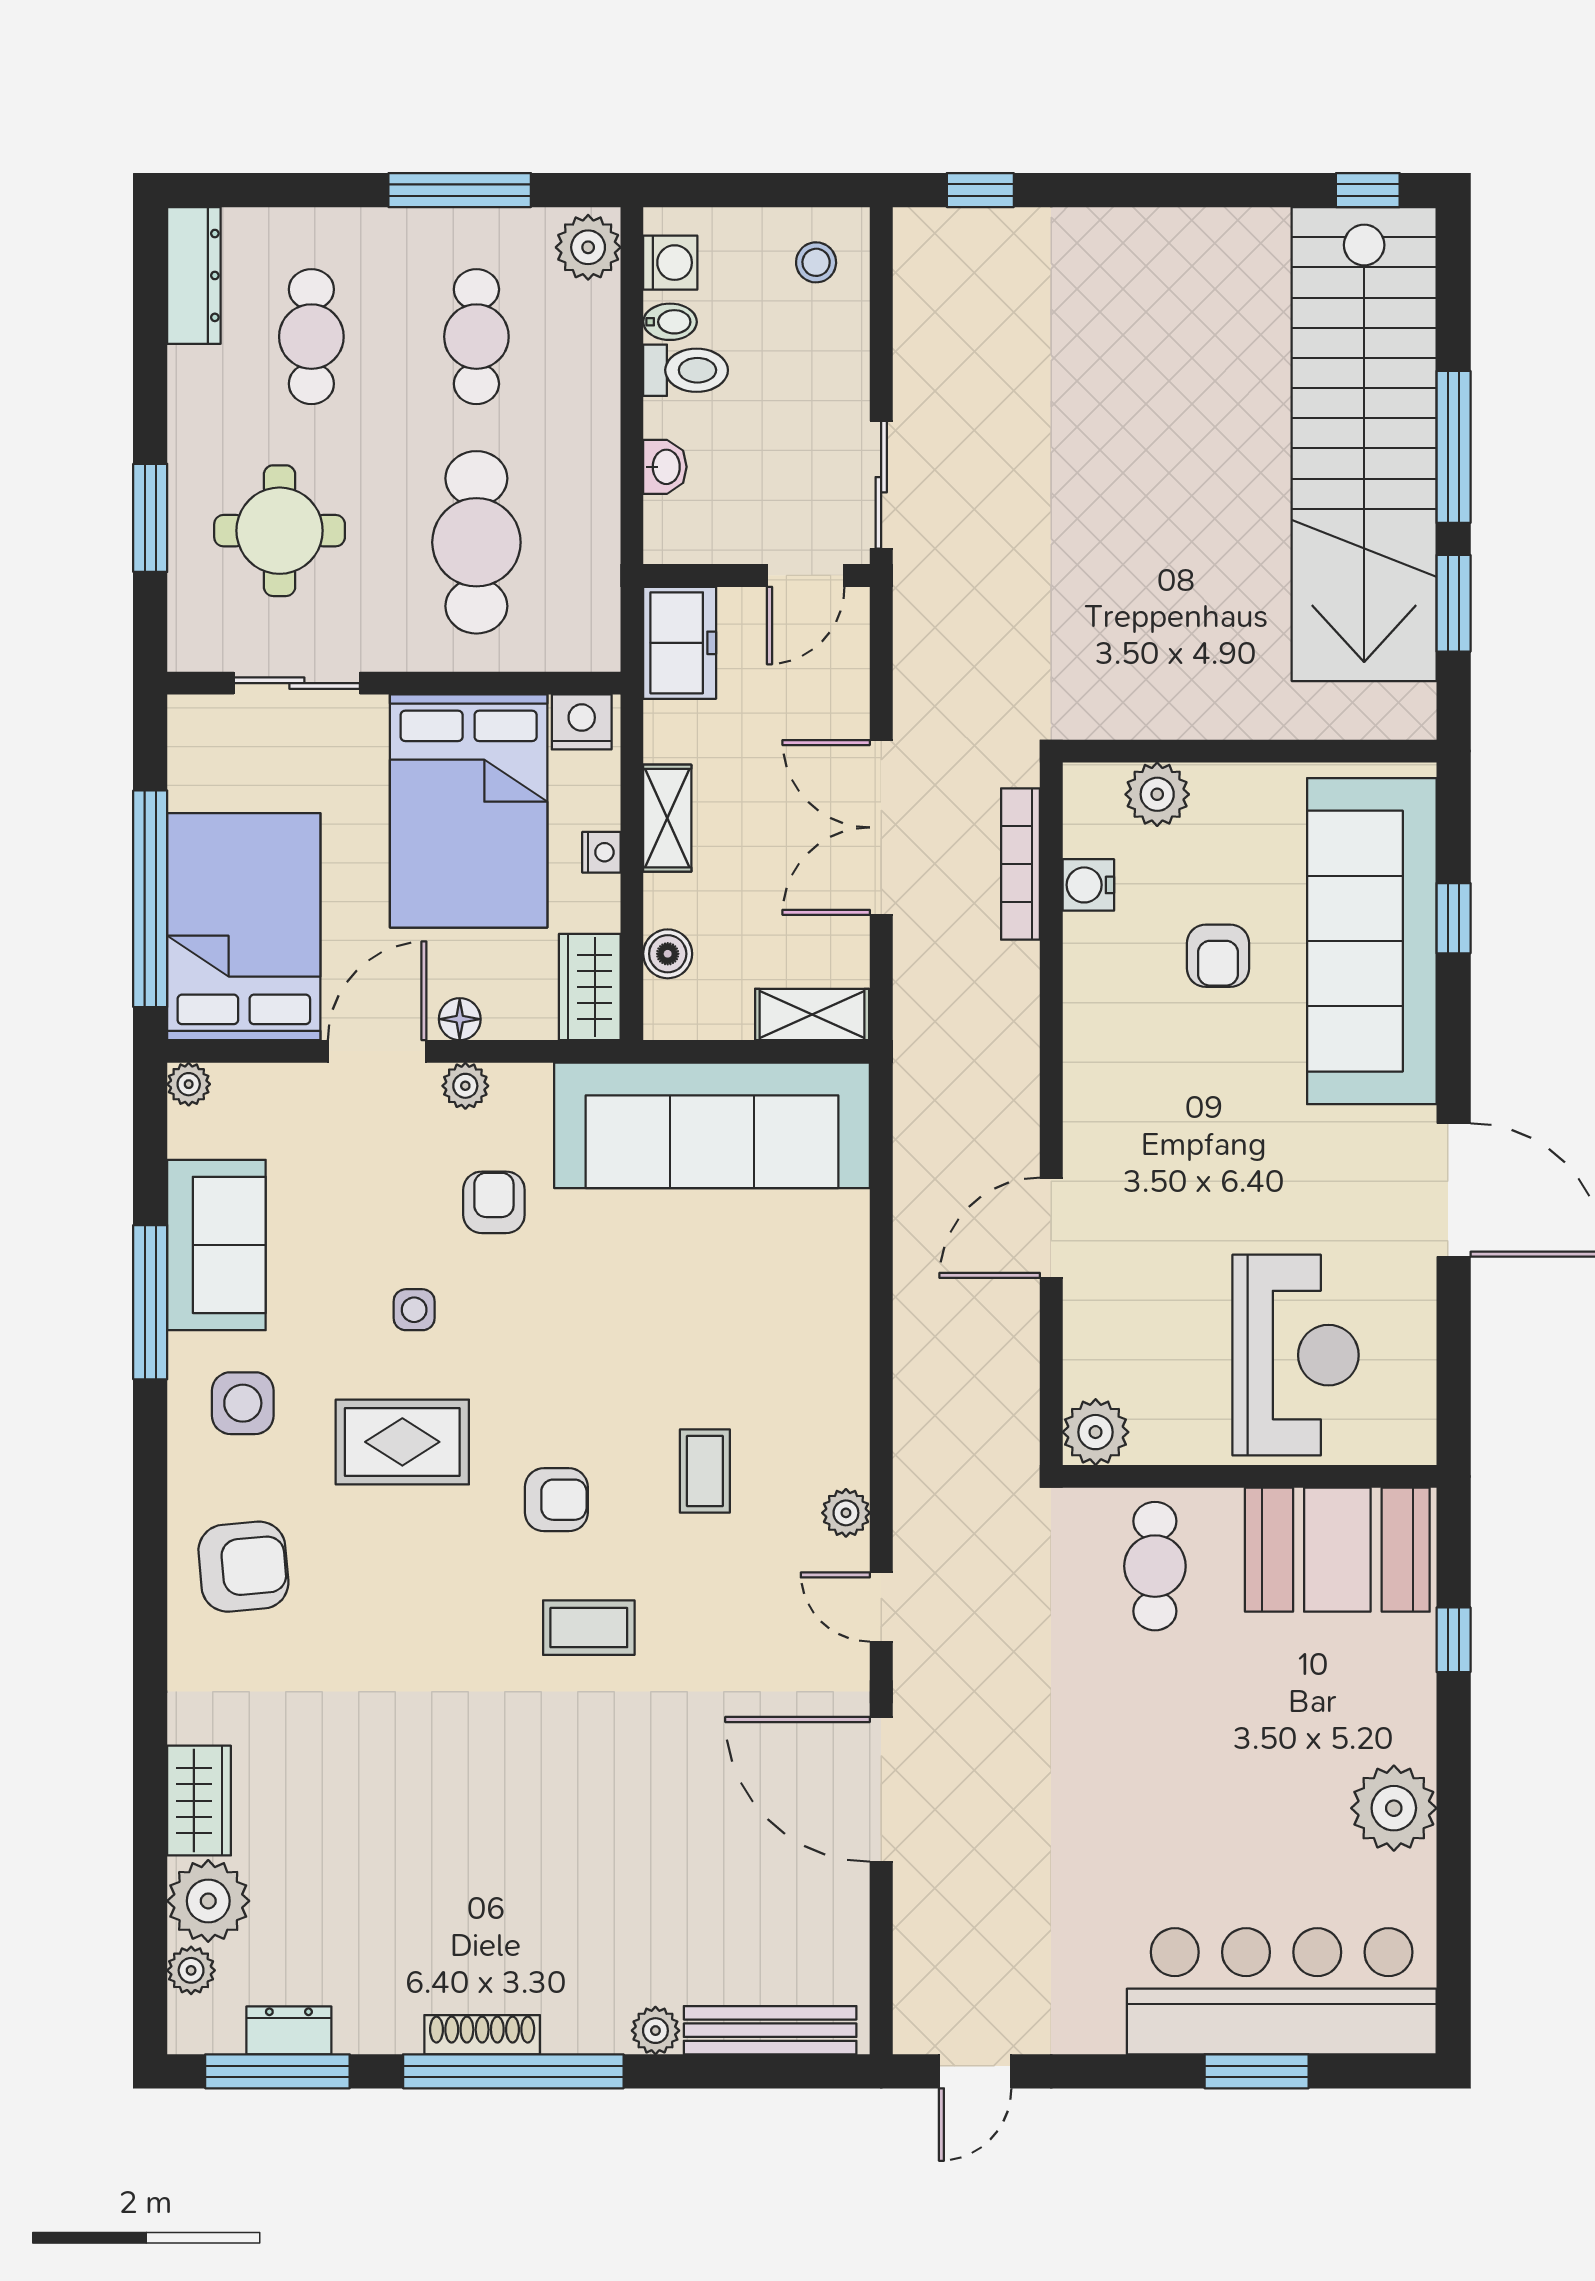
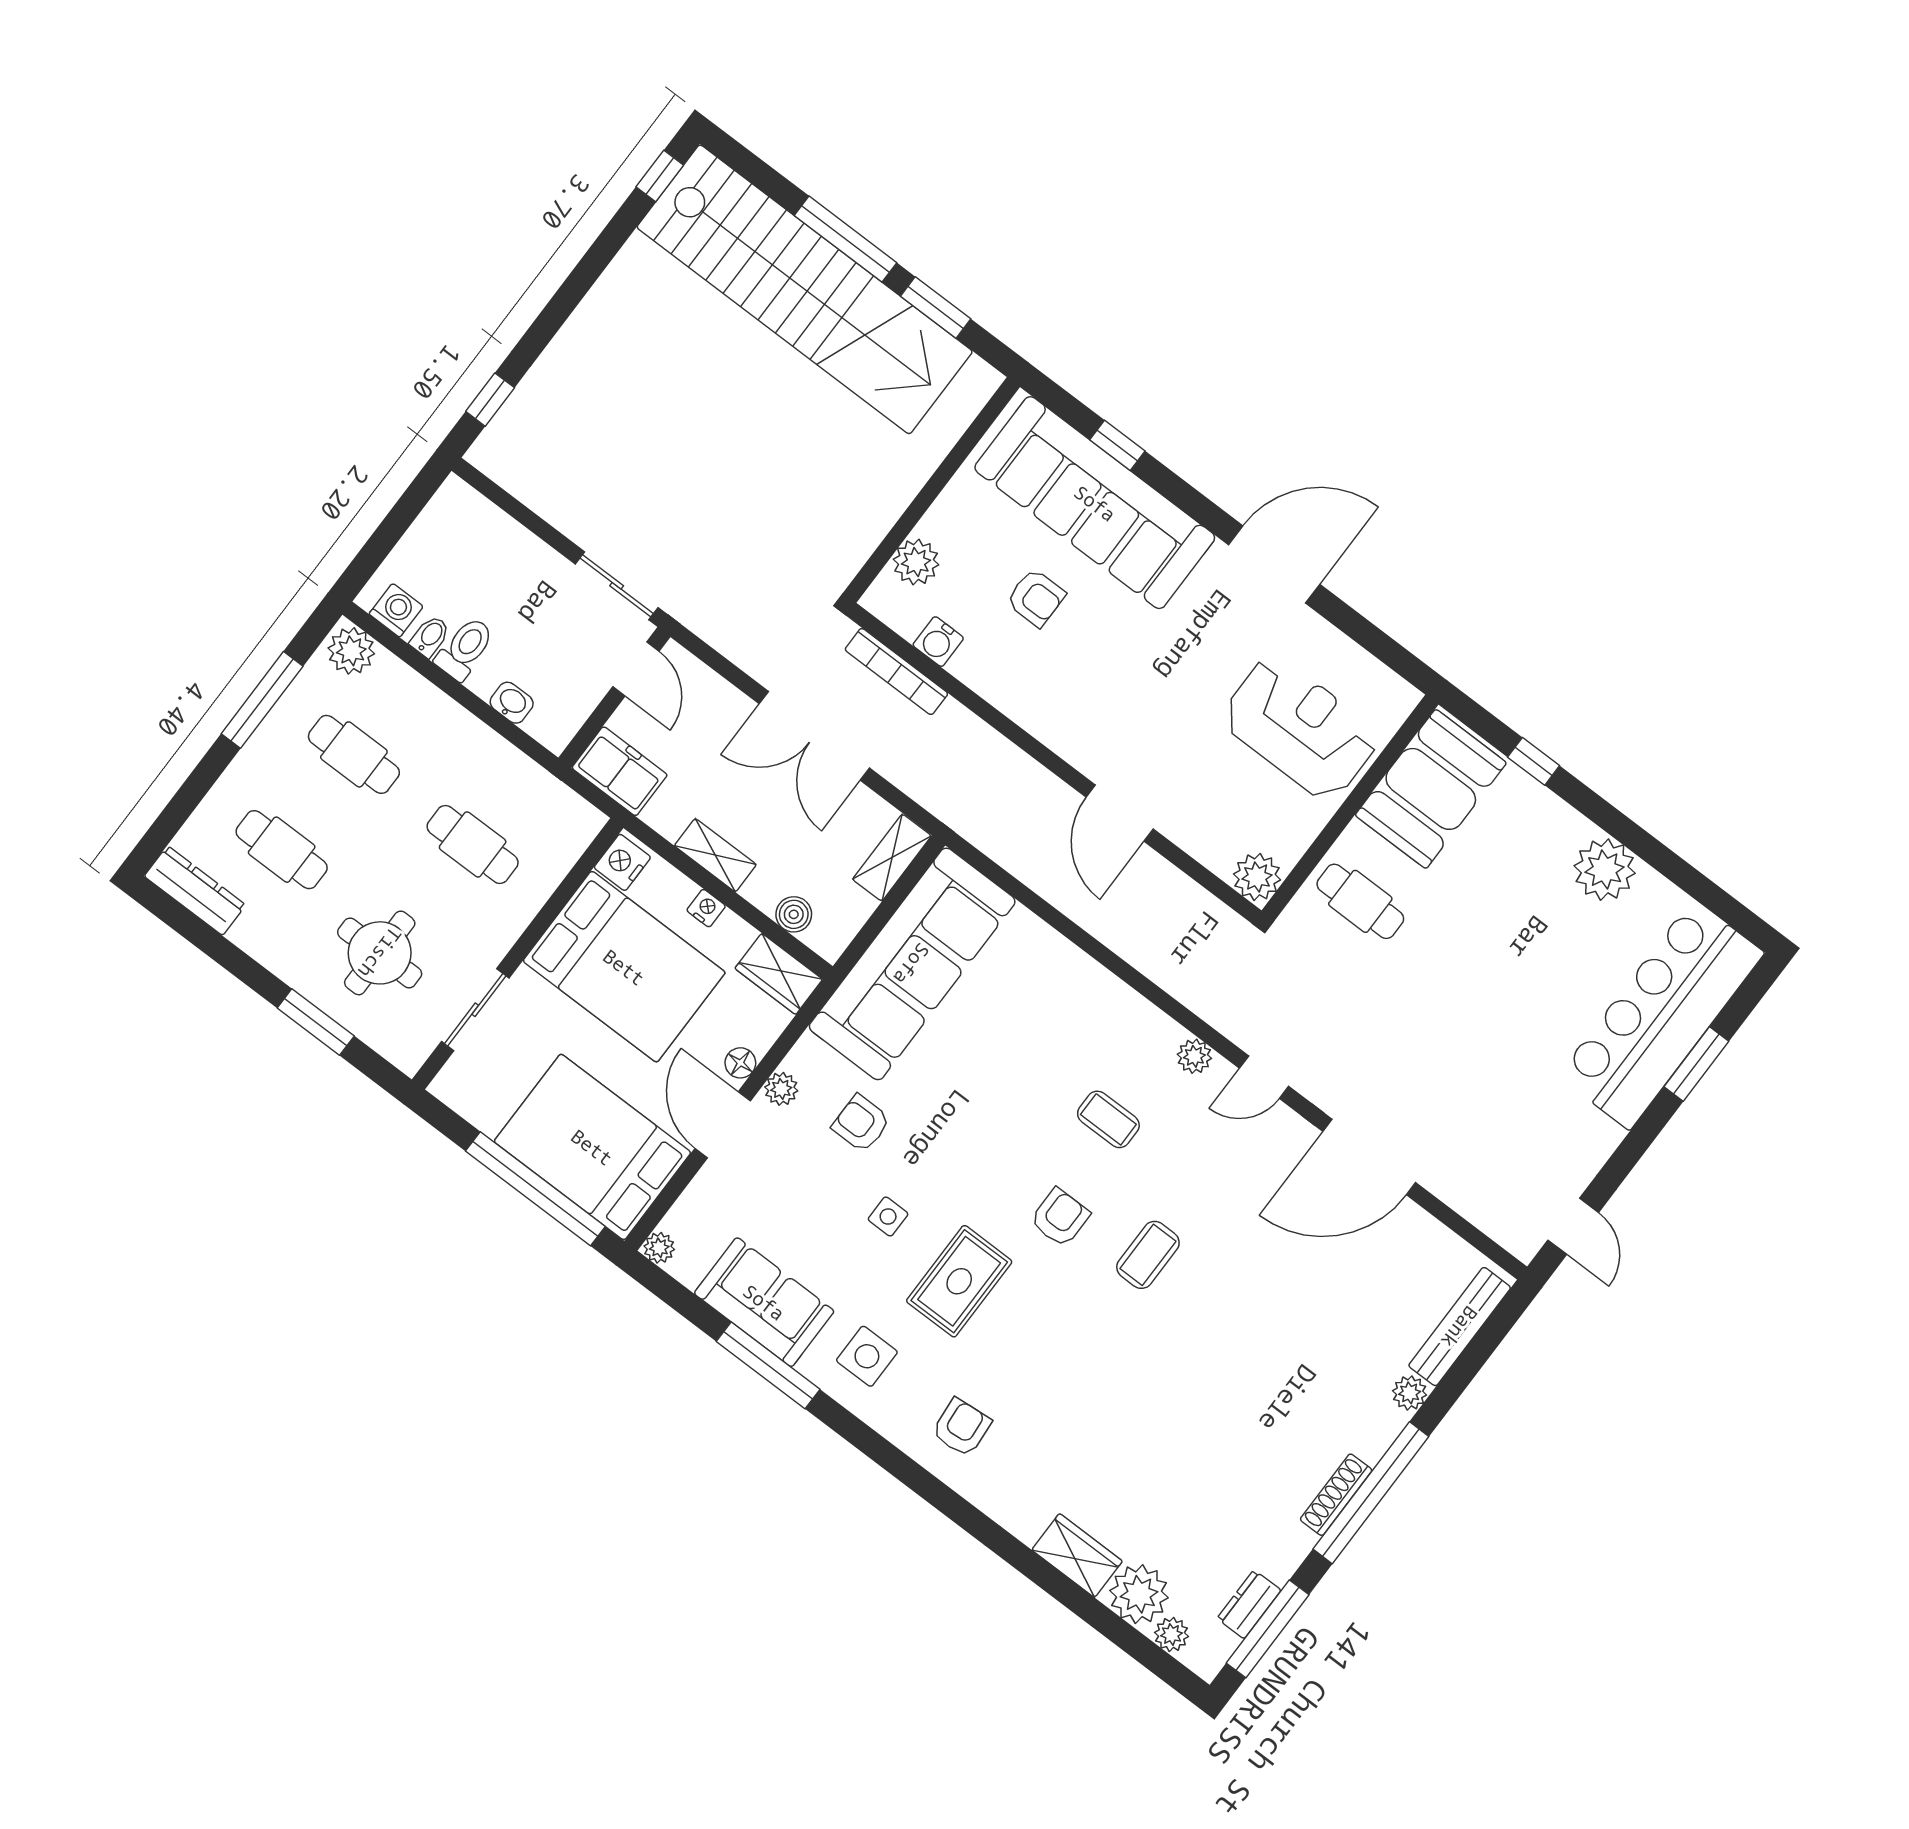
stool: (816, 262) -> (460, 526), removed
cafe table: (476, 542) -> (473, 844), width x0.73, depth x0.74
armchair: (243, 1567) -> (962, 1427), width x0.72, depth x0.72

